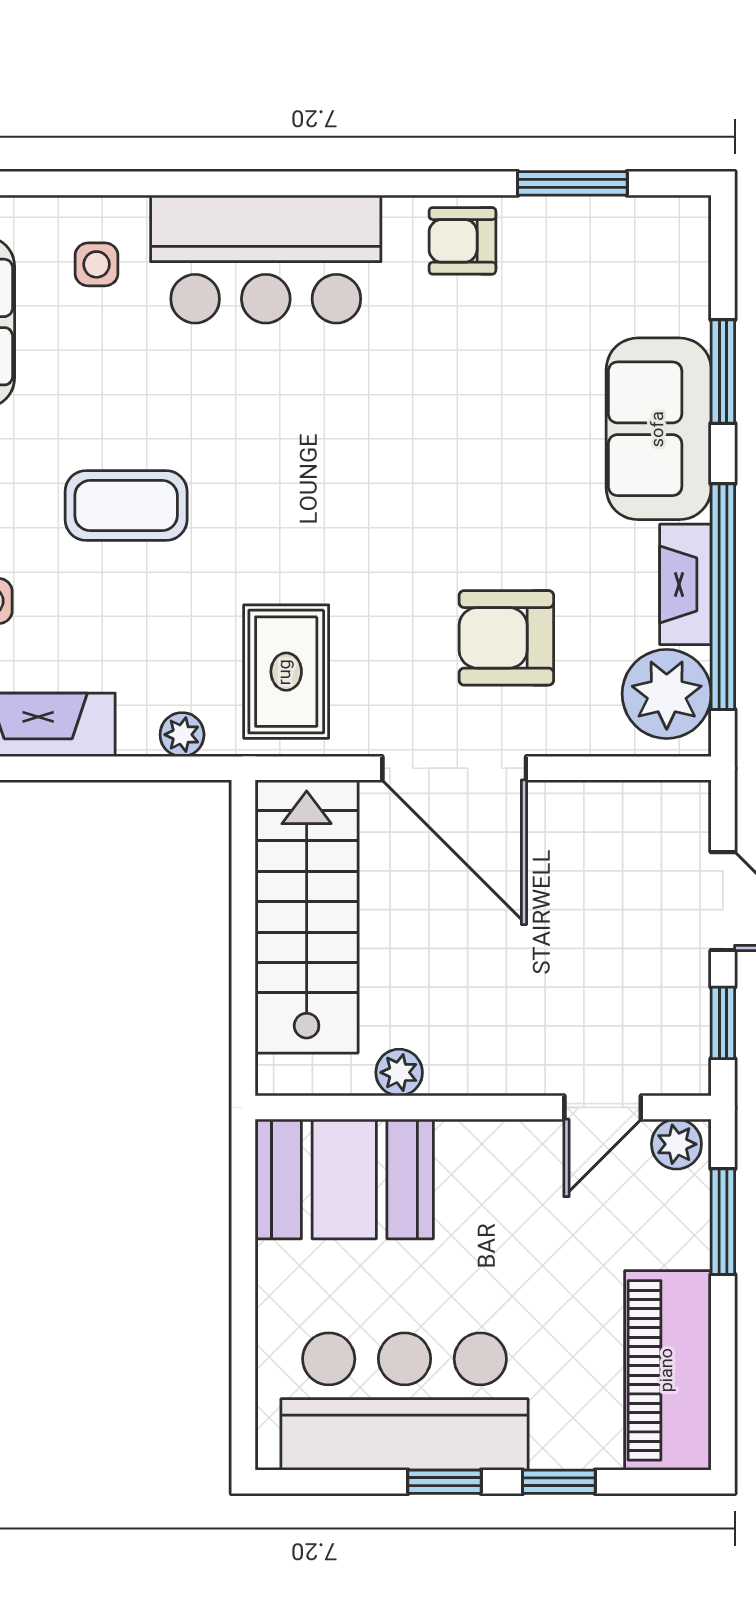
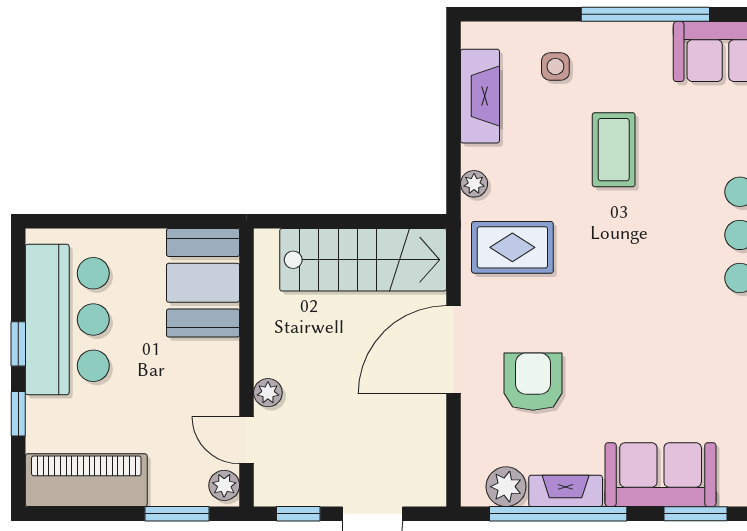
plant: (667, 694) -> (506, 487), width x0.73, depth x0.73
plant: (399, 1072) -> (268, 393), moved

